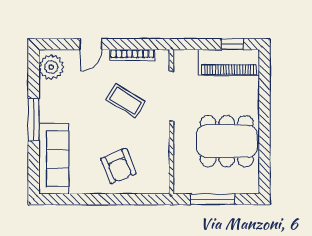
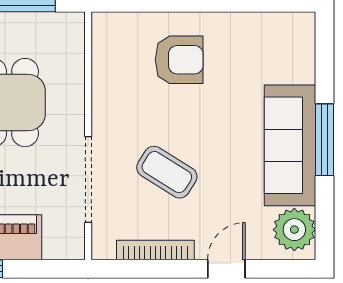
sofa: (54, 159) -> (290, 145), moved
armchair: (118, 166) -> (179, 60), turned 112

